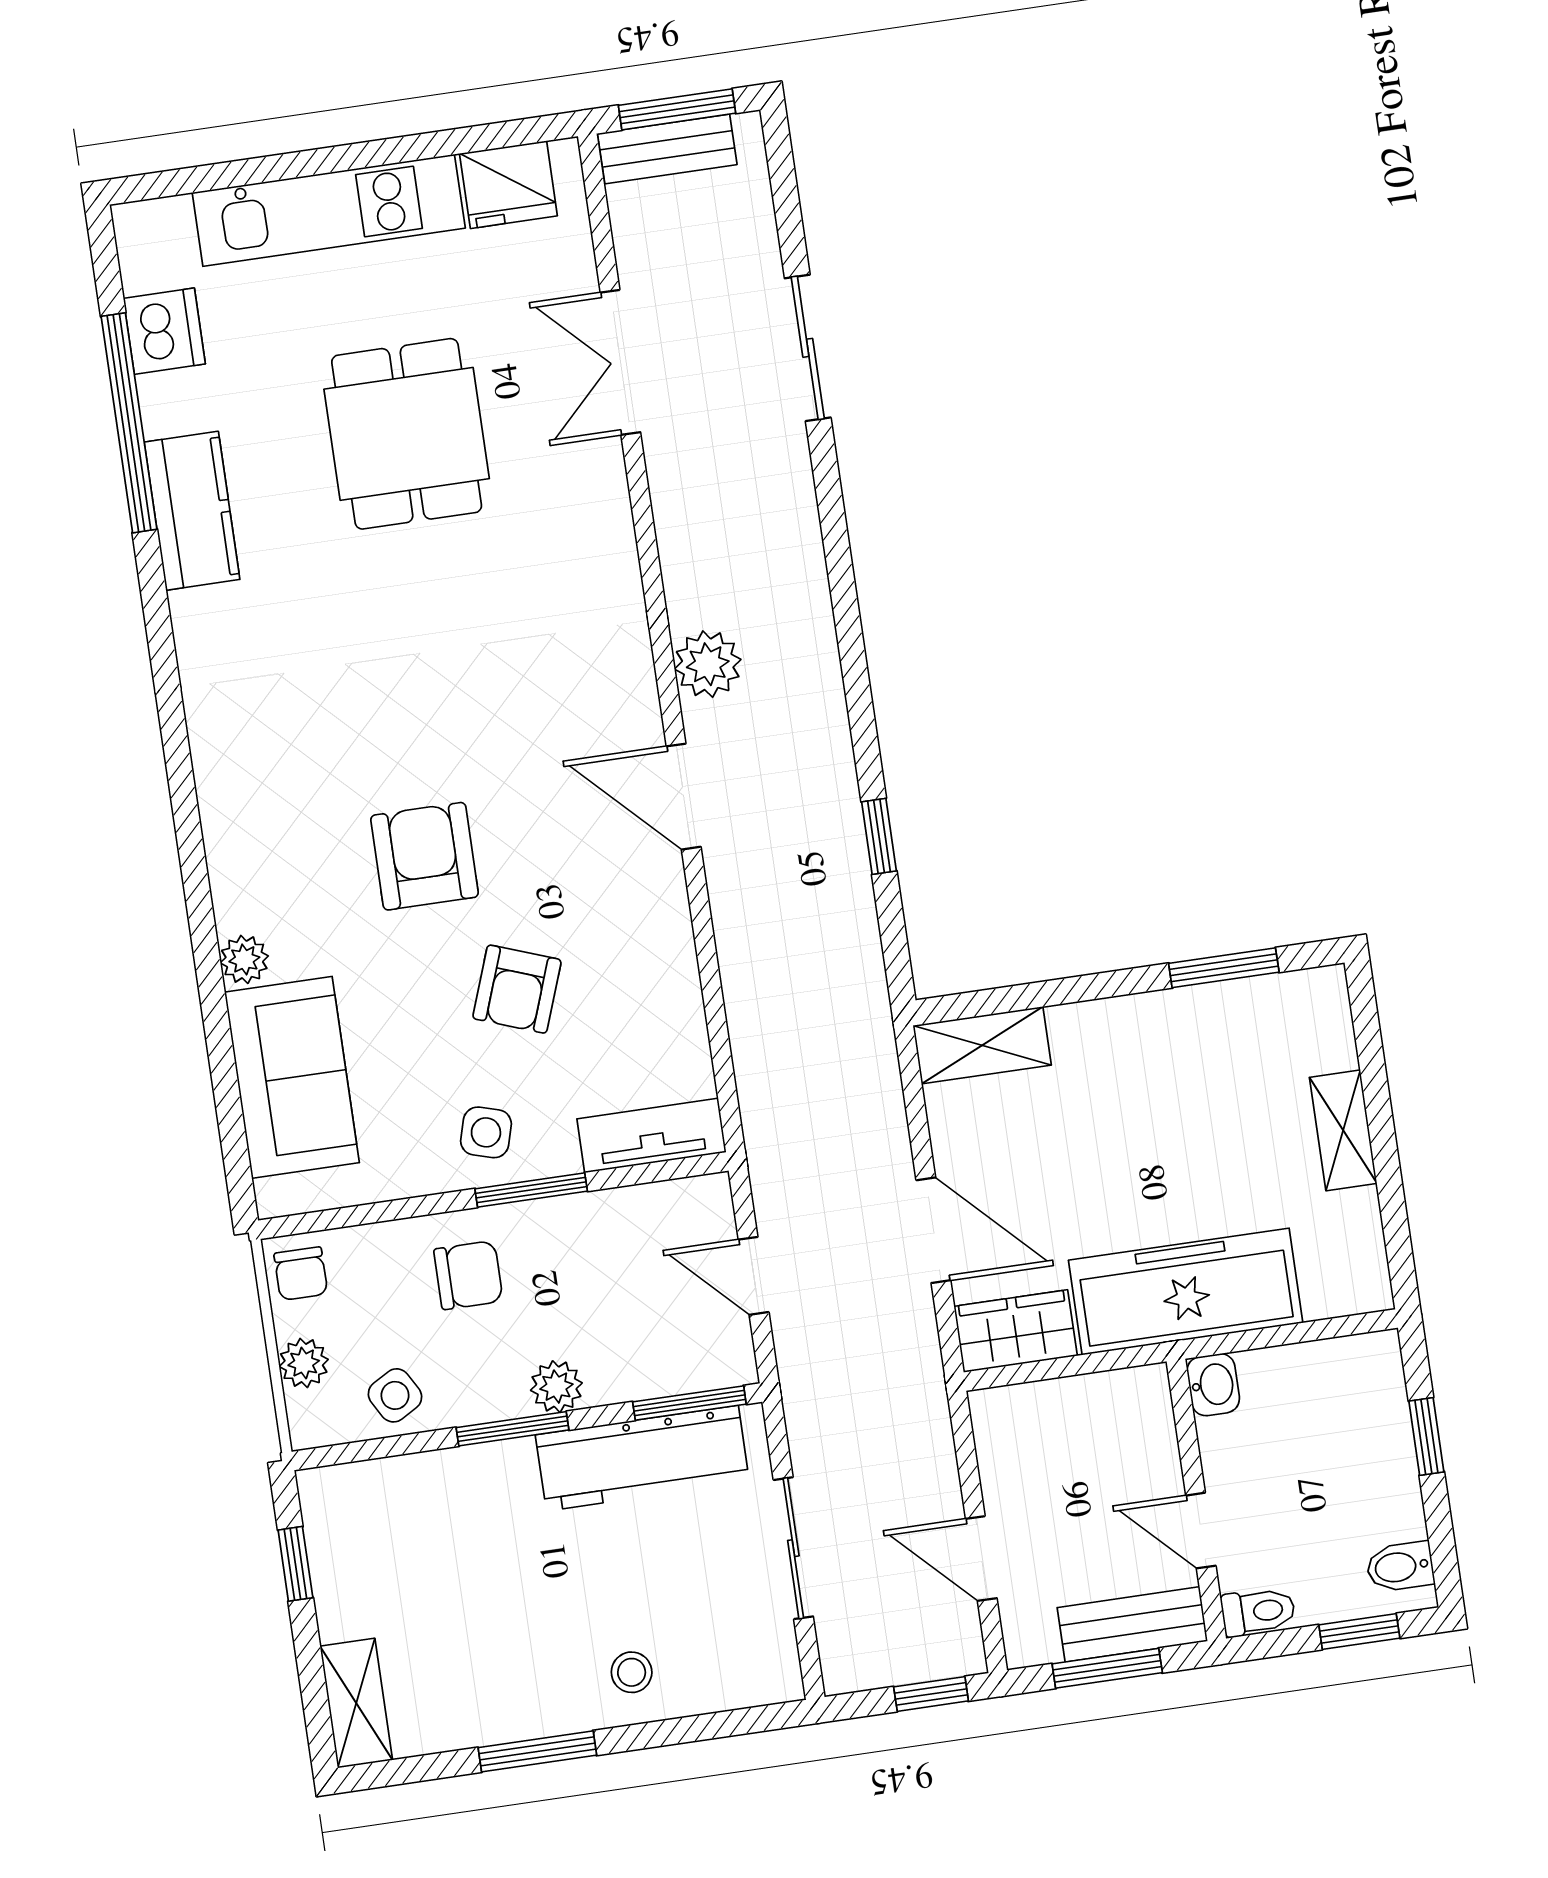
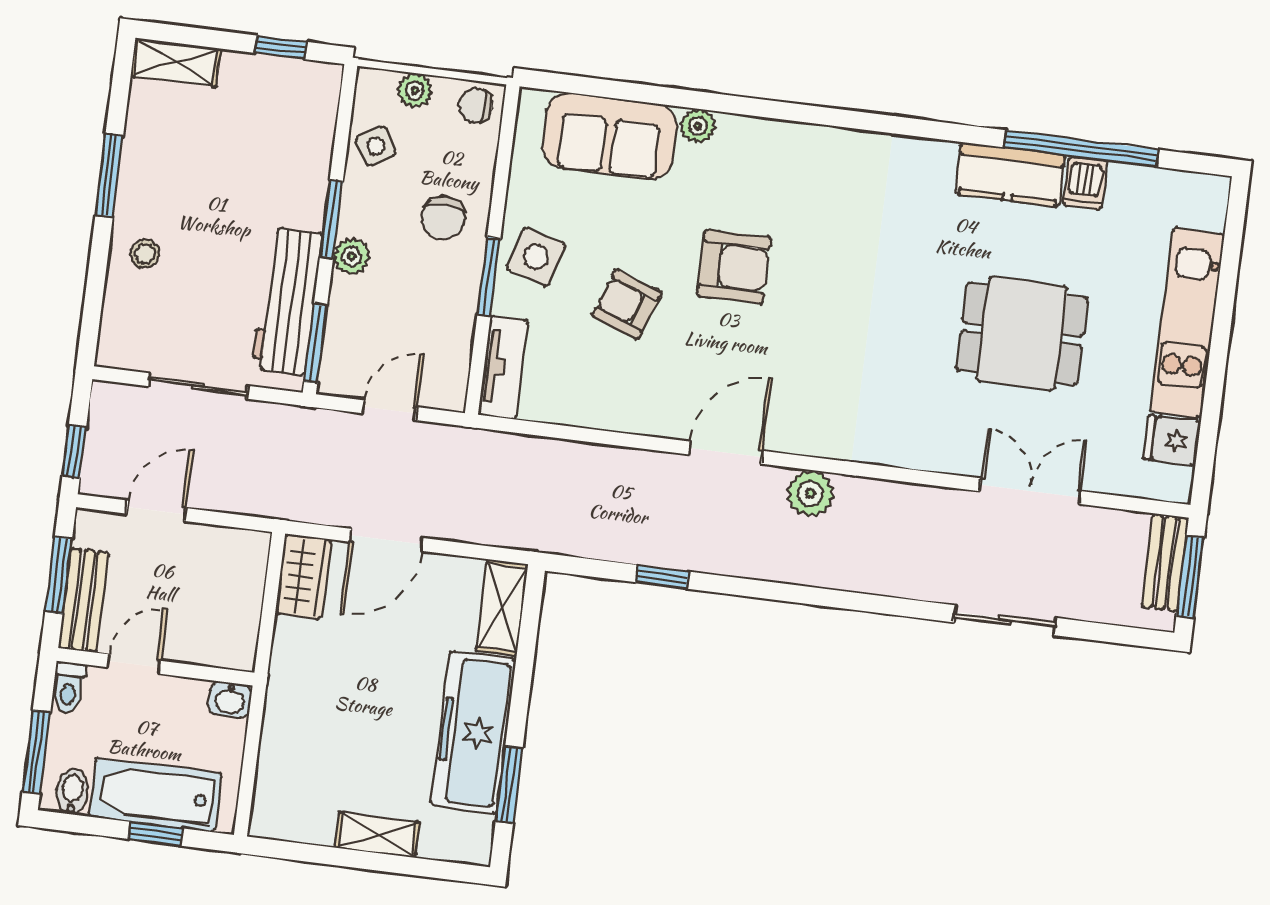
fridge: (508, 185) -> (1172, 440), width x0.72
dishwasher: (164, 331) -> (1085, 183), moved, width x0.73
side table: (486, 1132) -> (536, 257), width x1.37, depth x1.37
freezer: (1186, 1292) -> (473, 732), moved, turned 180
bathtub: (1373, 1452) -> (155, 795), added
window: (1359, 1632) -> (36, 752), width x1.50

